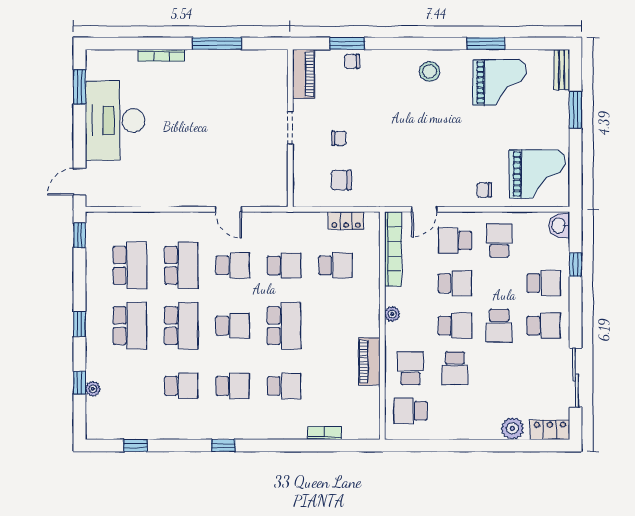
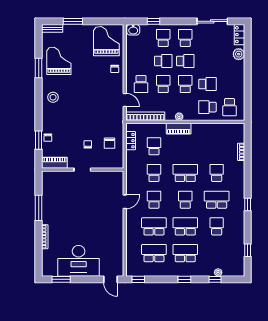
school desk: (499, 241) -> (163, 61), moved, turned 180
piano: (369, 361) -> (179, 129), moved
school desk: (233, 386) -> (217, 200), width x1.85

